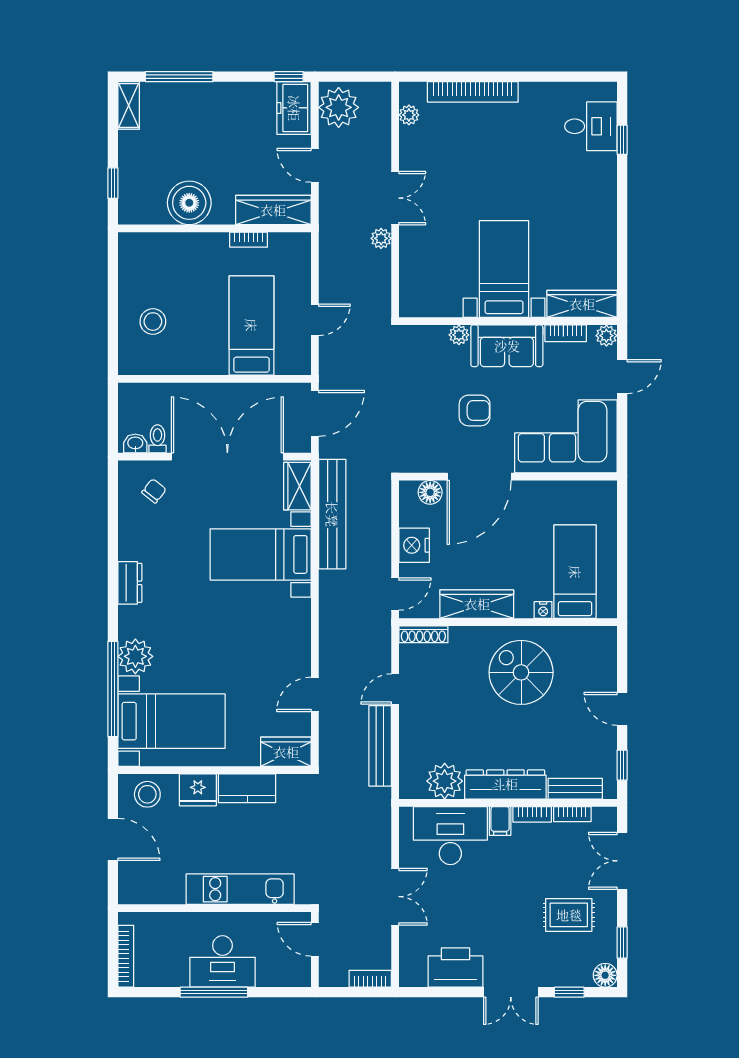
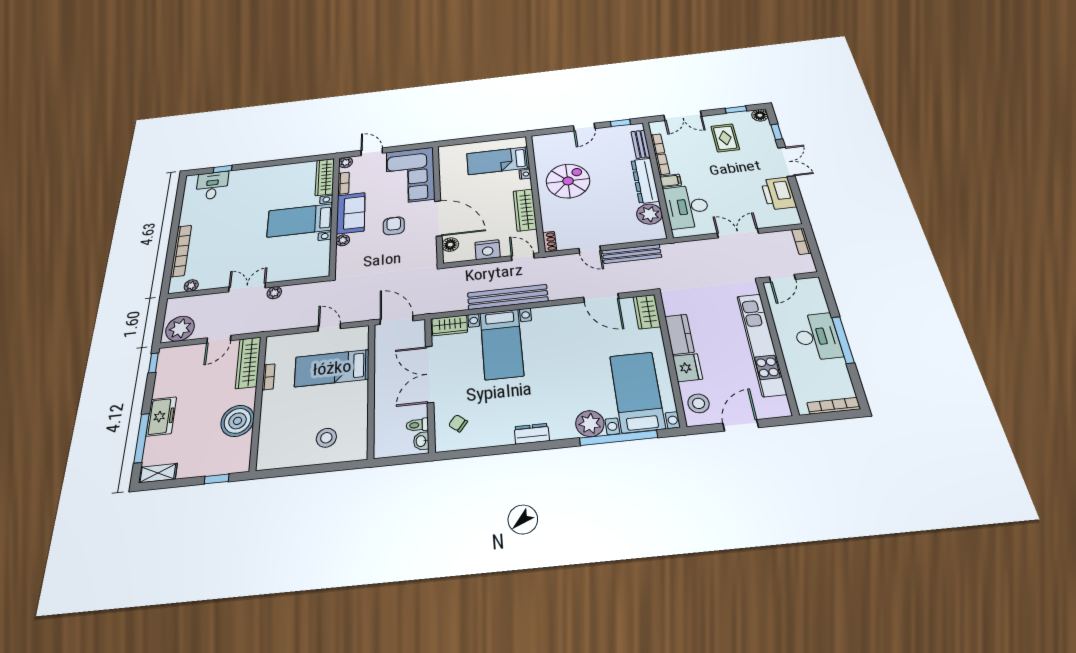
freezer: (294, 108) -> (161, 416), moved, turned -90
double door: (227, 457) -> (430, 374), width x0.73
bench: (332, 514) -> (508, 297), moved
shoe rack: (423, 634) -> (550, 242), width x0.70
spiral stairs: (521, 672) -> (568, 181), turned 180
door: (315, 694) -> (601, 298), width x1.38
kitchen unit: (240, 889) -> (761, 344), width x1.36

